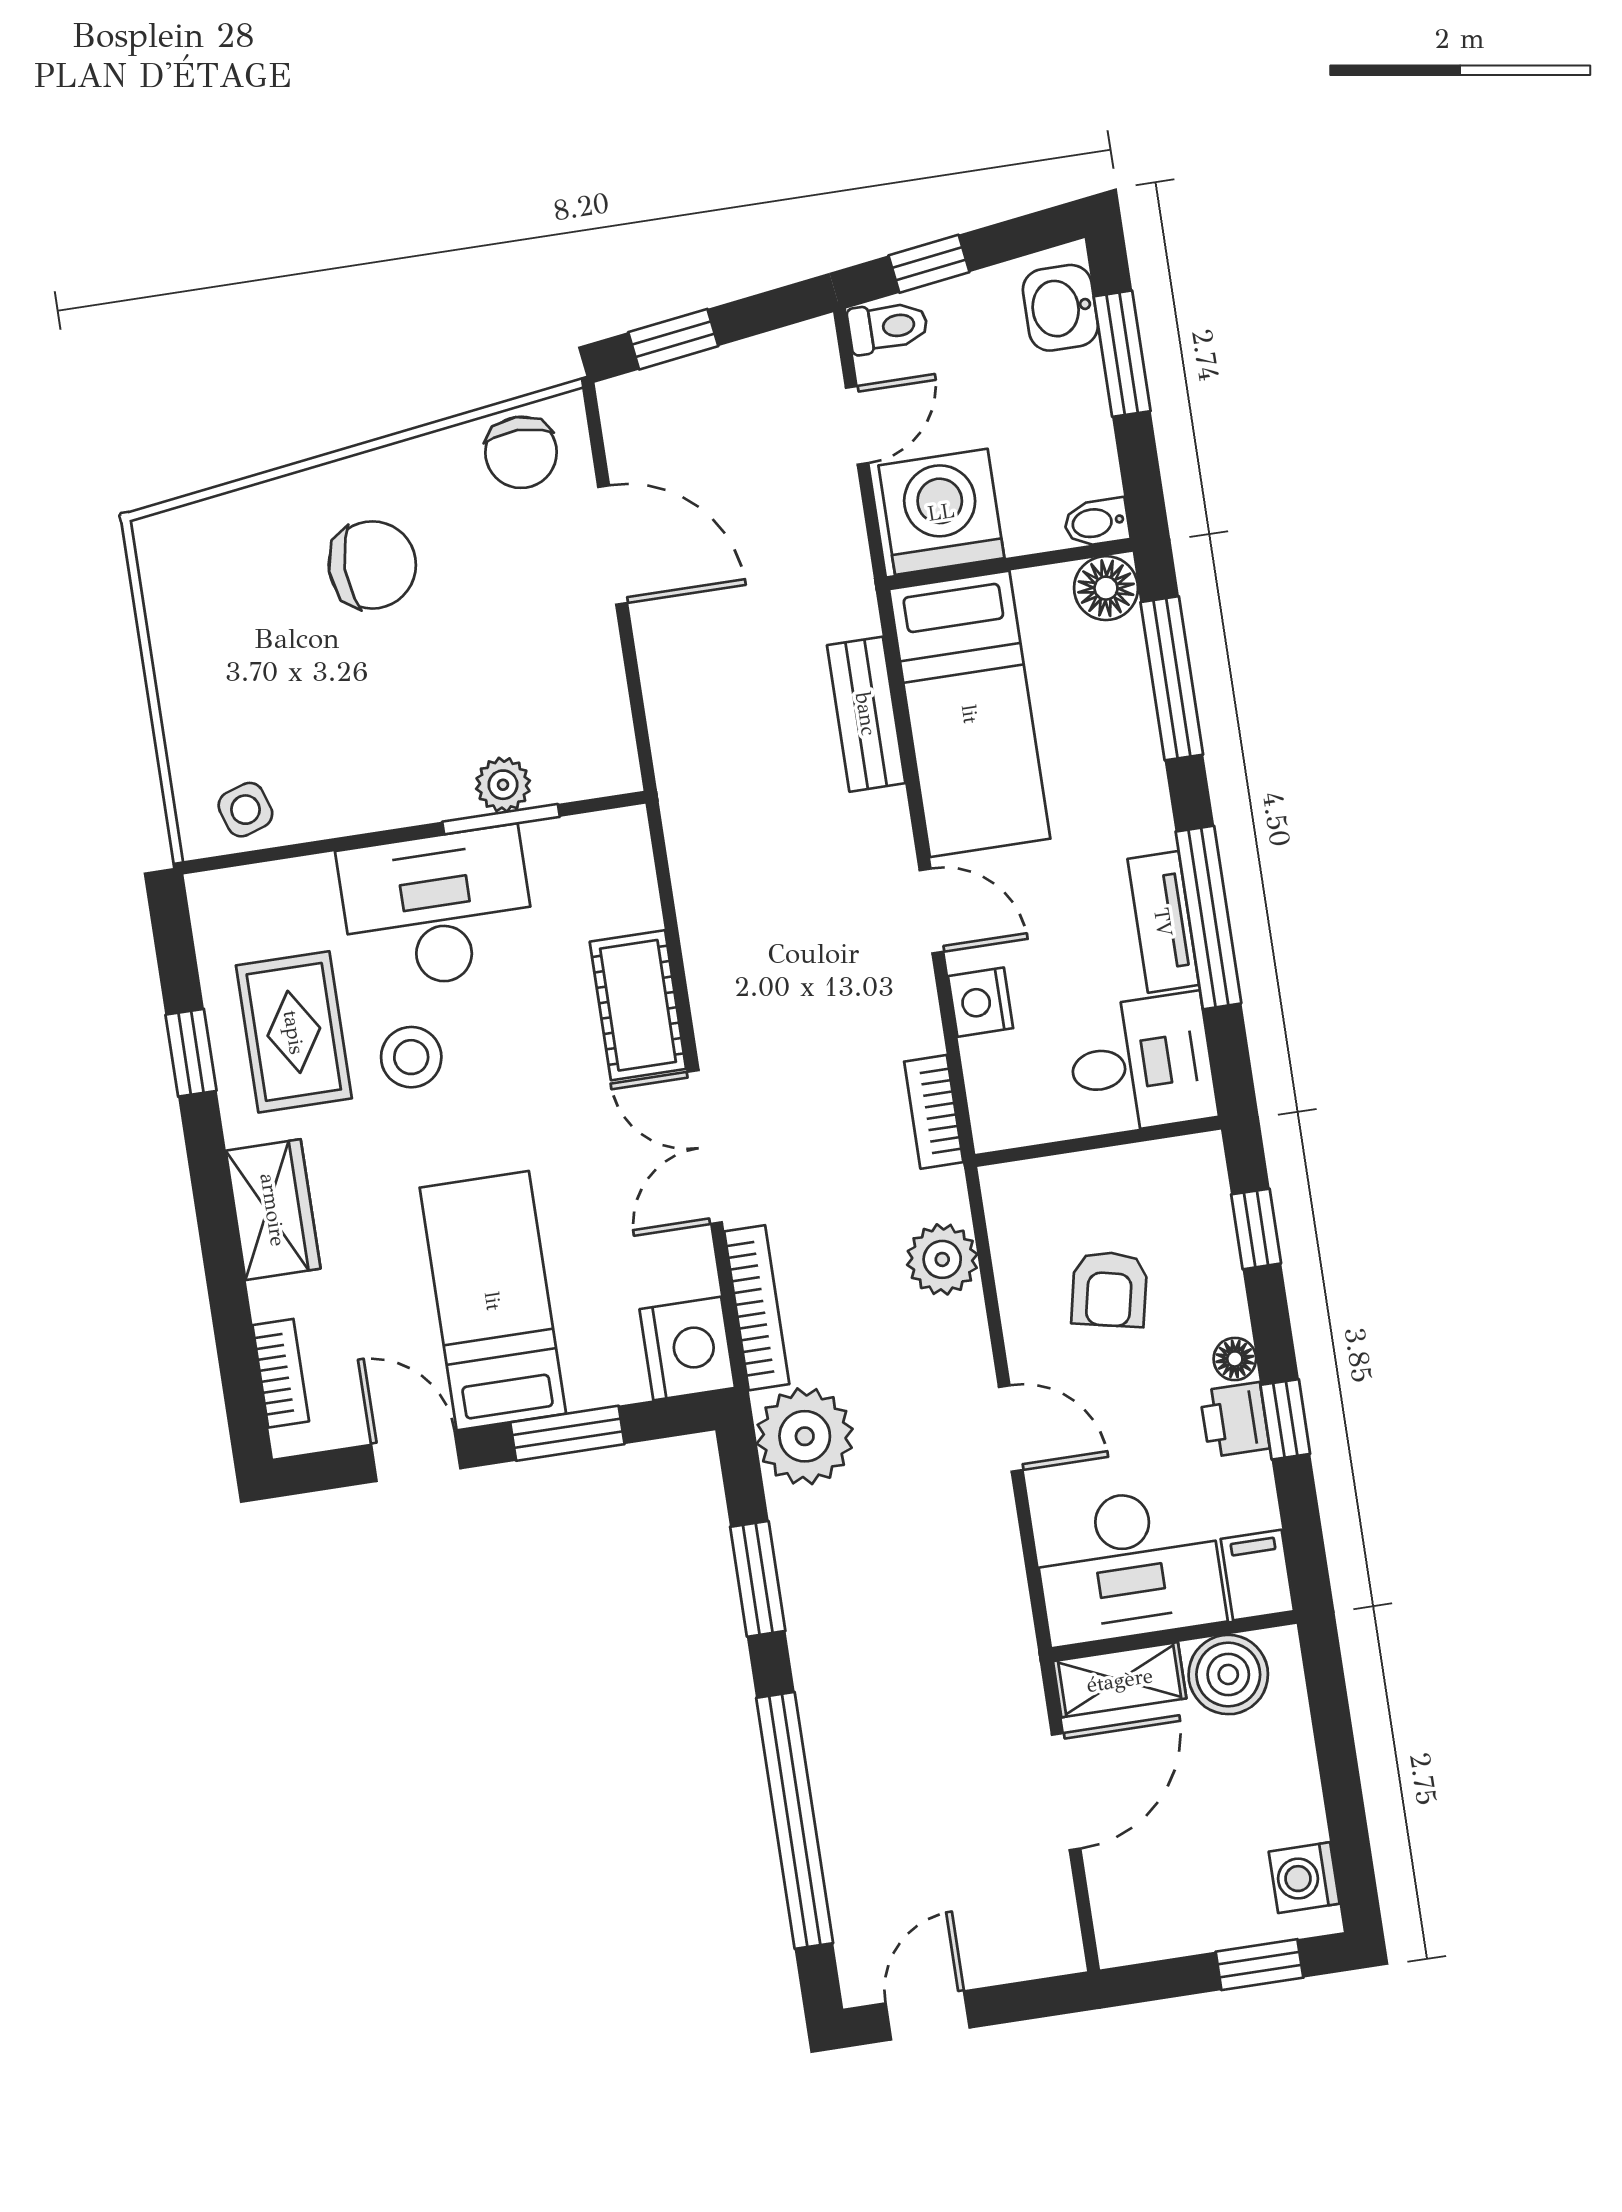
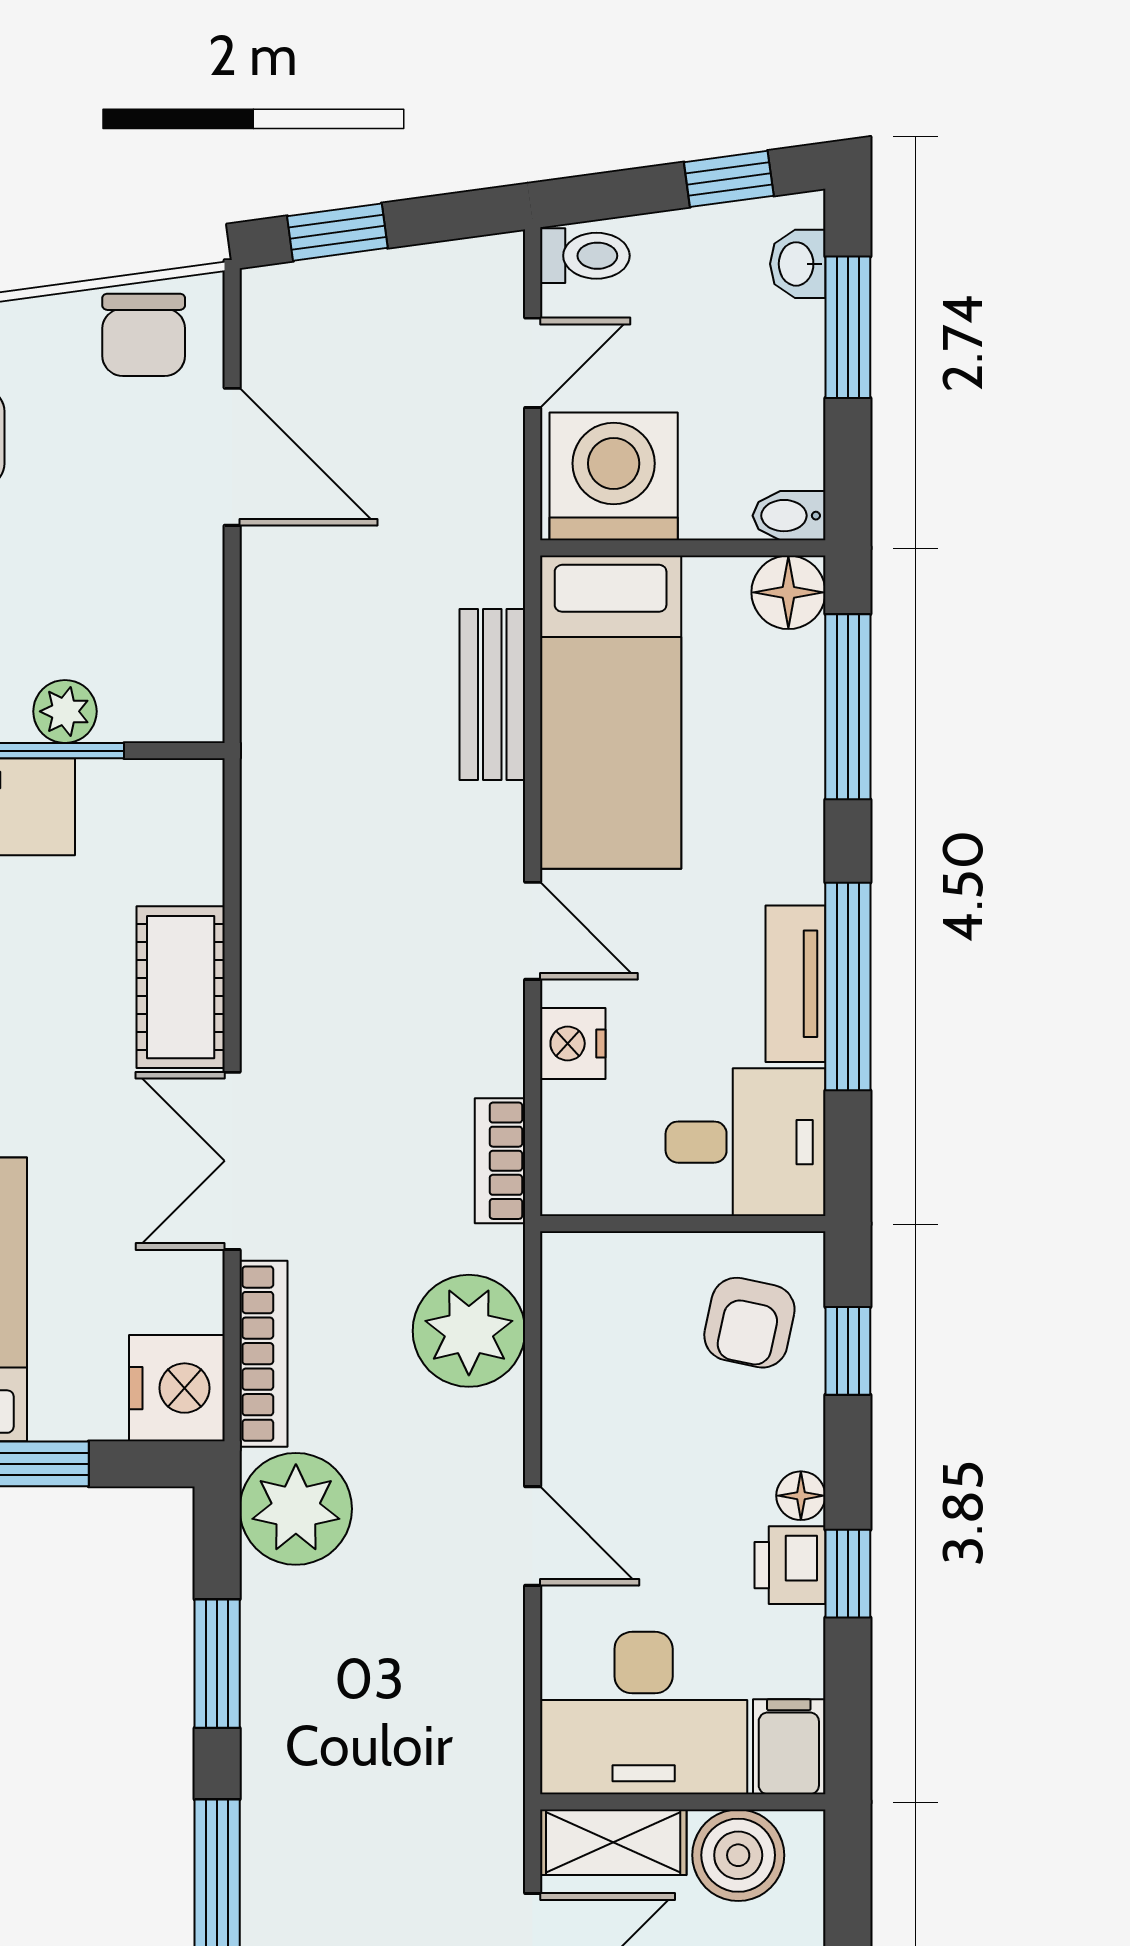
window: (929, 264) -> (729, 179), moved
washbasin: (1060, 308) -> (798, 264), width x0.72, depth x0.69
plant: (942, 1259) -> (469, 1331), width x1.36, depth x1.36
armchair: (1109, 1289) -> (749, 1323), moved

